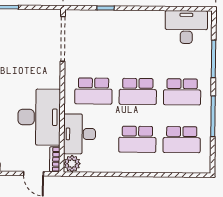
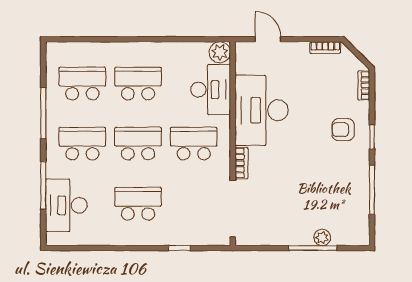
desk: (186, 27) -> (66, 205), moved, turned 90
school desk: (138, 44) -> (138, 204), added
bookcase: (55, 159) -> (241, 163), moved

